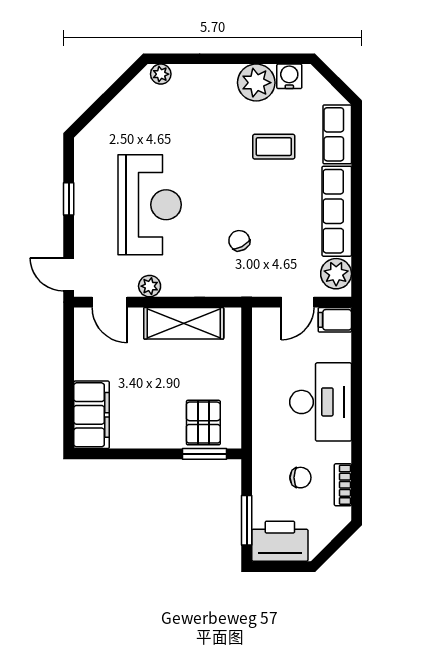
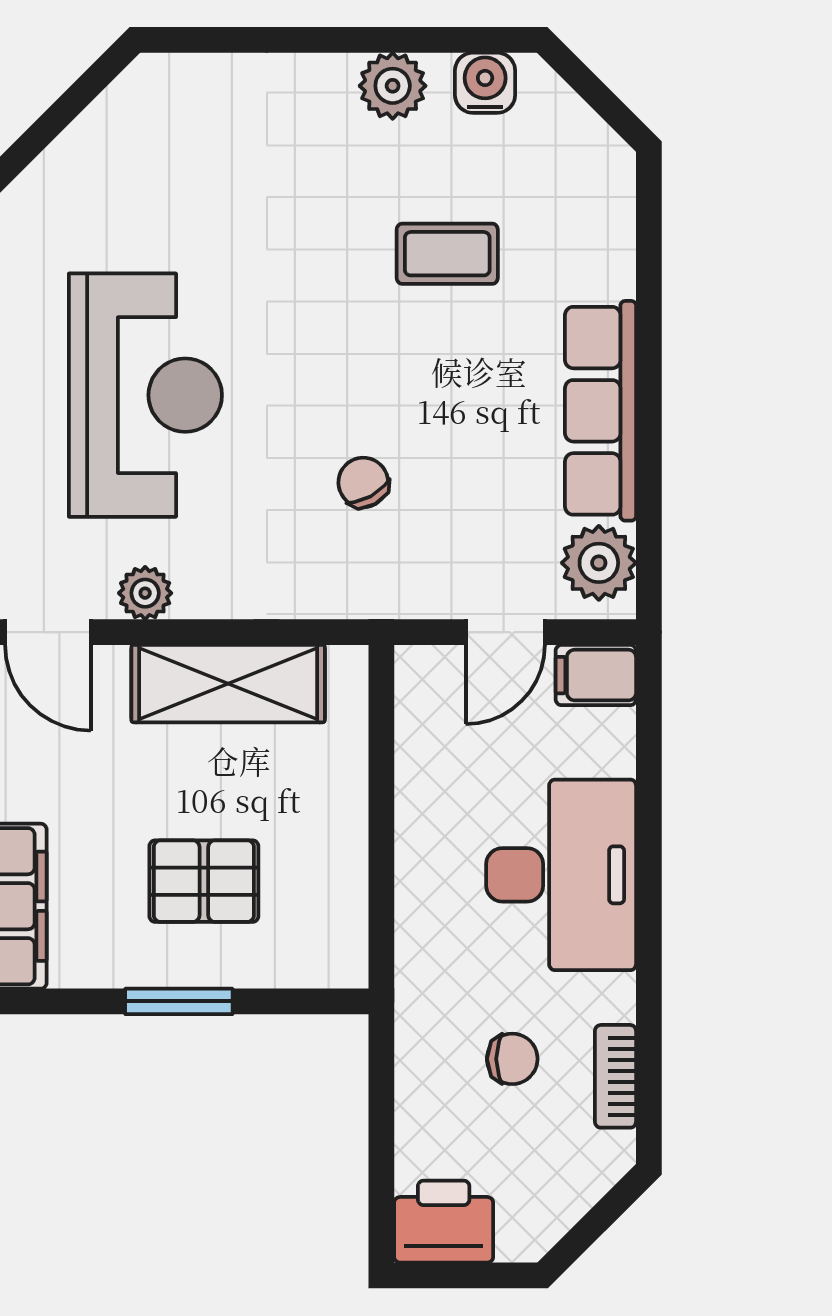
plant: (161, 74) -> (172, 77), removed
plant: (256, 83) -> (393, 86), width x0.73, depth x0.73
row of seats: (337, 134) -> (602, 224), removed
pallet: (203, 423) -> (204, 881), moved, turned 90
window: (204, 454) -> (179, 1001), moved
window: (247, 520) -> (381, 1163), removed
printer: (280, 541) -> (444, 1222), width x0.73, depth x0.84

